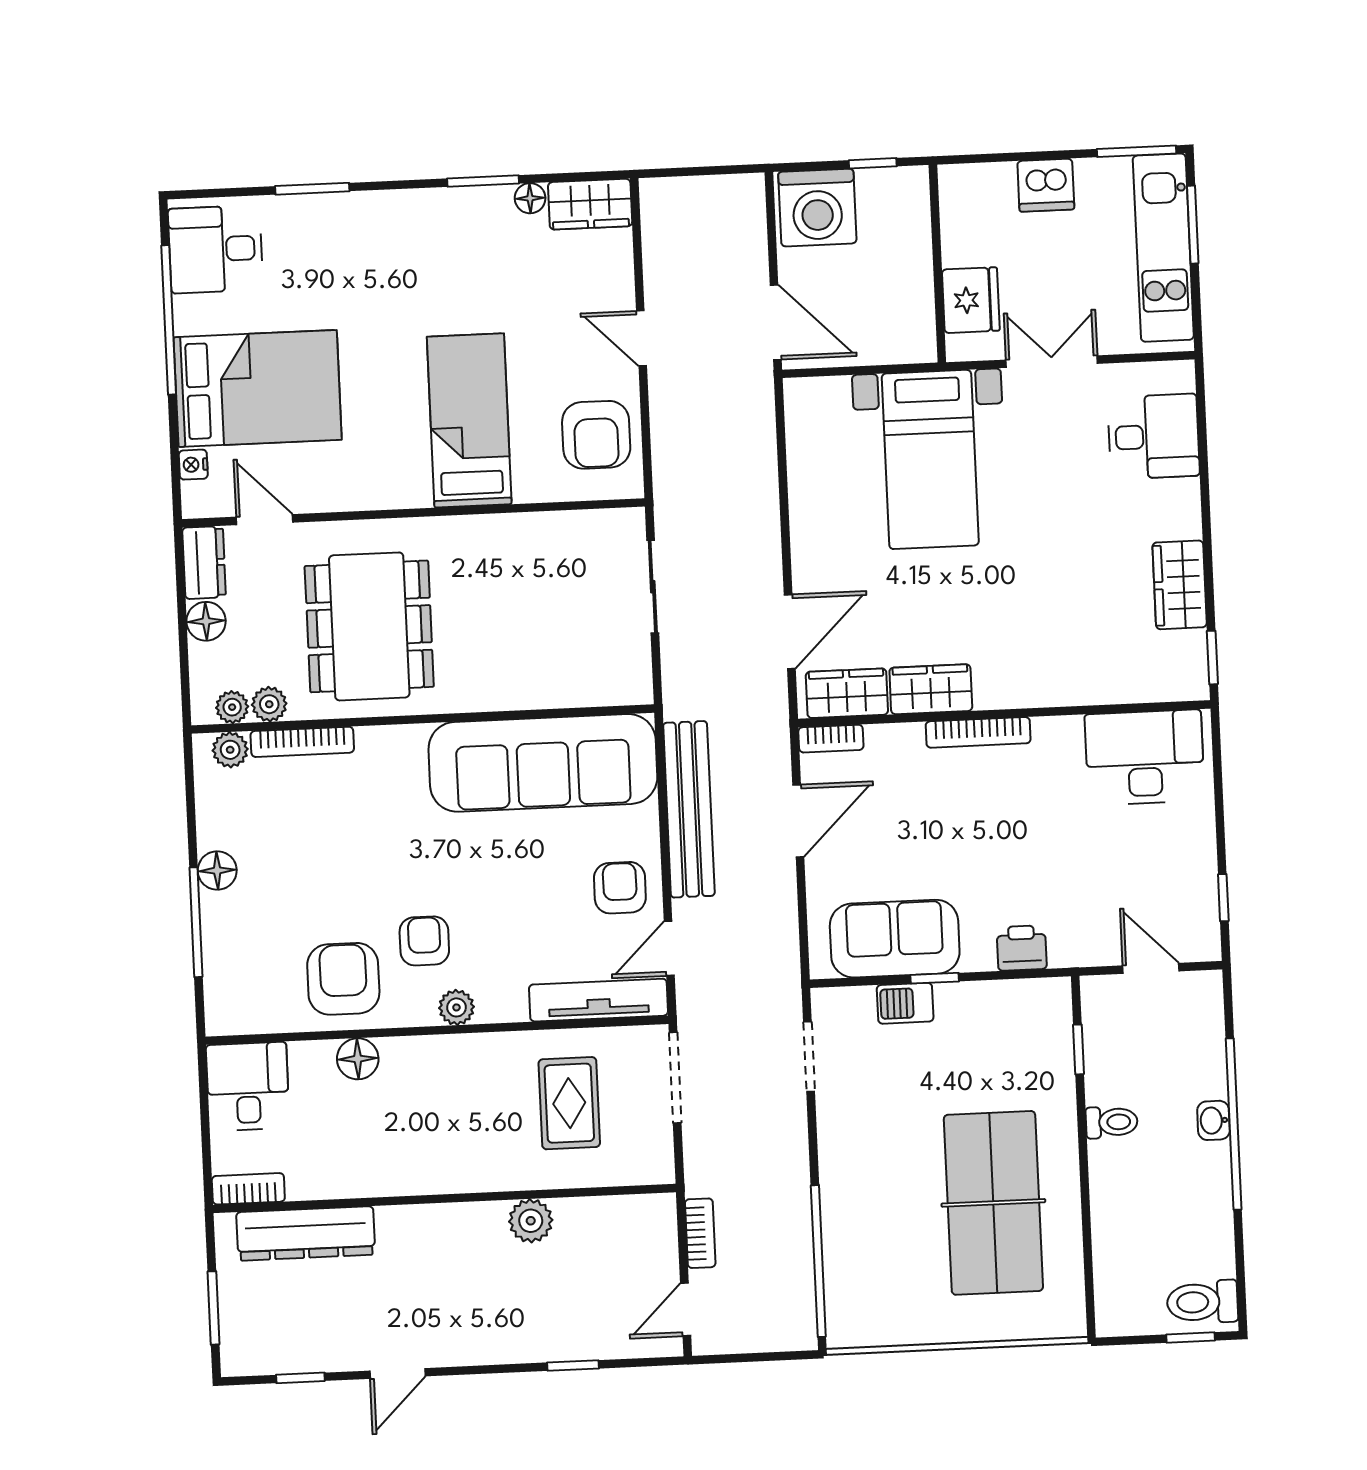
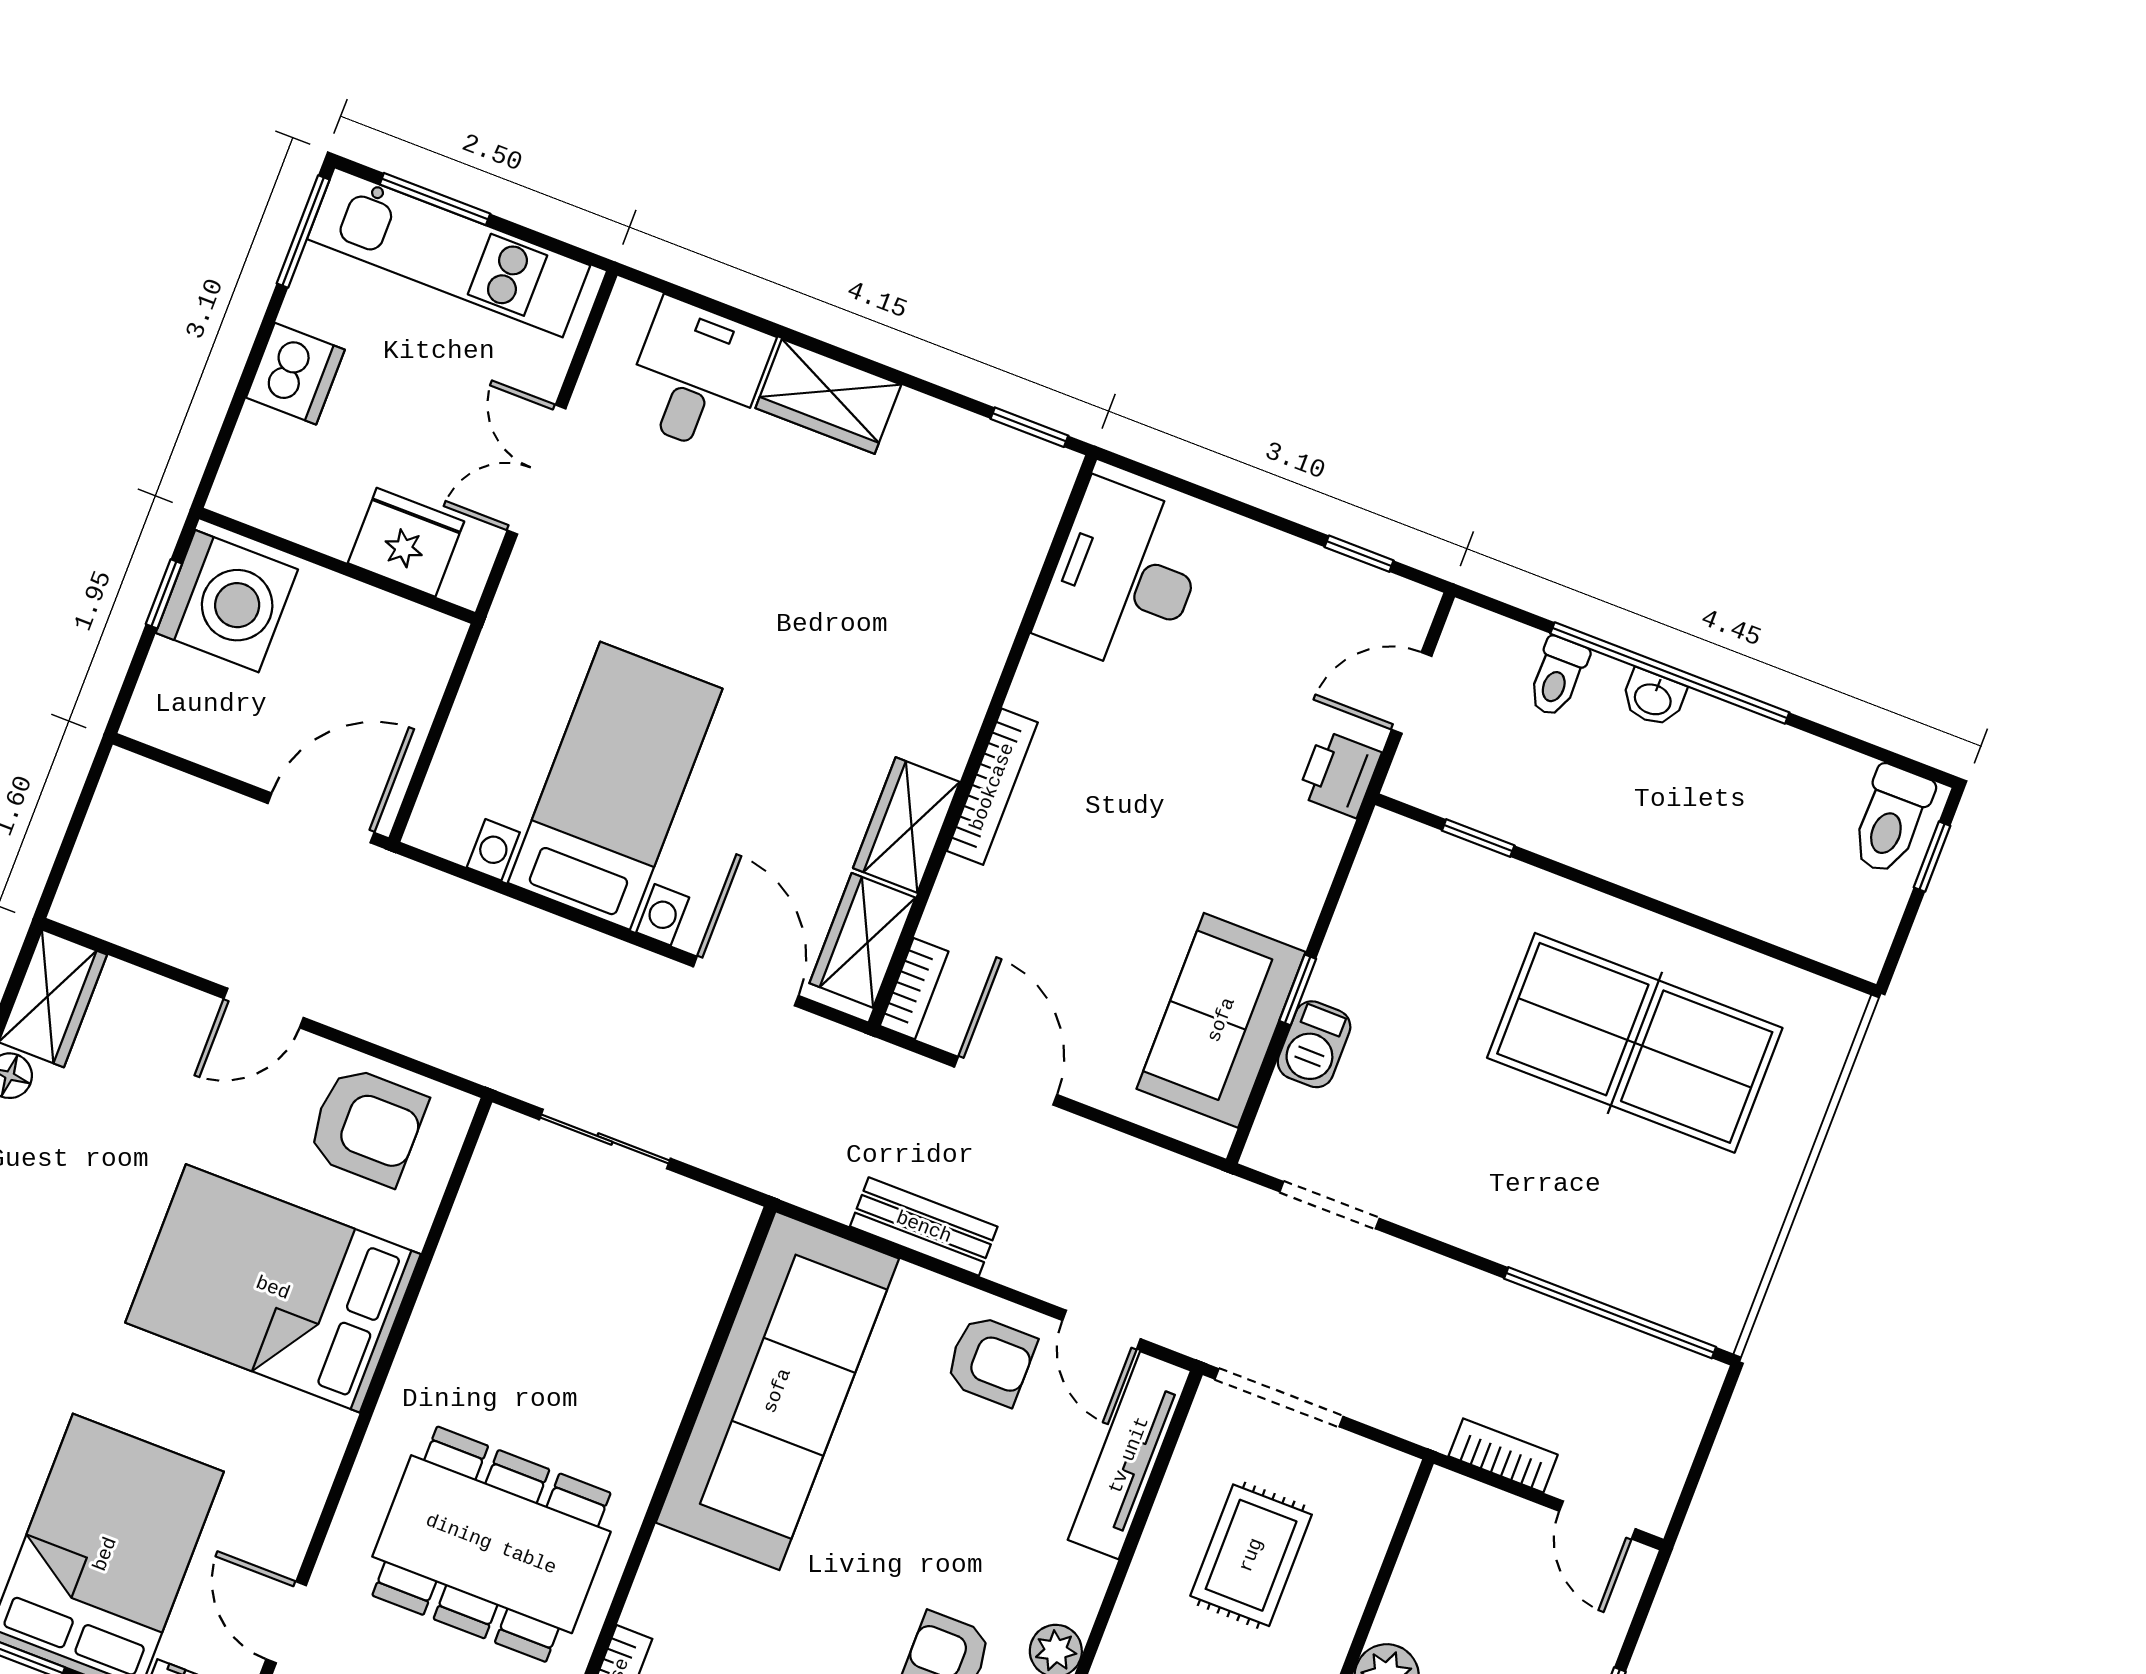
washing machine: (817, 208) -> (227, 601), moved
bed: (469, 420) -> (273, 1288), width x1.50
bed with nightstands: (930, 459) -> (615, 786), moved, turned -90
door: (265, 520) -> (286, 1622), hinge flipped
wardrobe: (1180, 585) -> (828, 396), moved
bench: (689, 809) -> (924, 1227), width x0.54, depth x0.82
armchair: (620, 888) -> (991, 1360), turned 180
printer: (1022, 948) -> (1339, 774), moved
rug: (569, 1103) -> (1251, 1555), turned 90
toilet: (1112, 1122) -> (1557, 677), moved, turned 180

